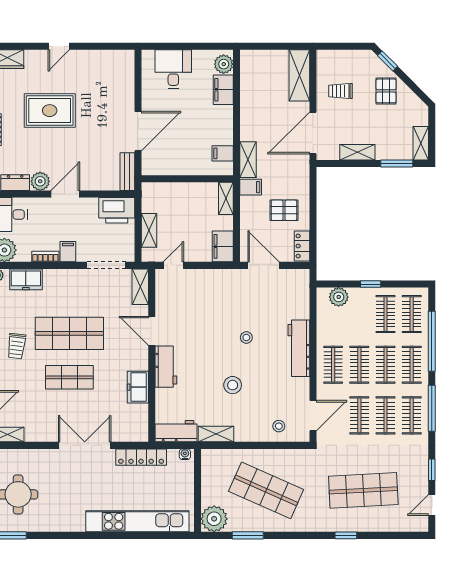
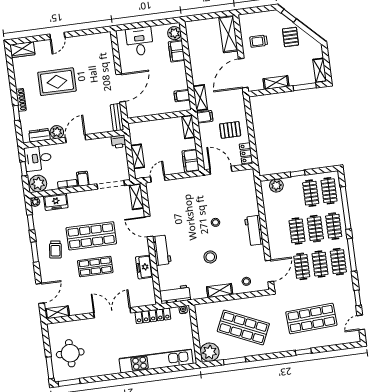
printer: (117, 210) -> (119, 142), width x0.53, depth x0.68
workbench: (299, 348) -> (254, 231), width x0.73
clothes rail: (333, 365) -> (279, 233), removed
shelving: (216, 434) -> (220, 291), moved

